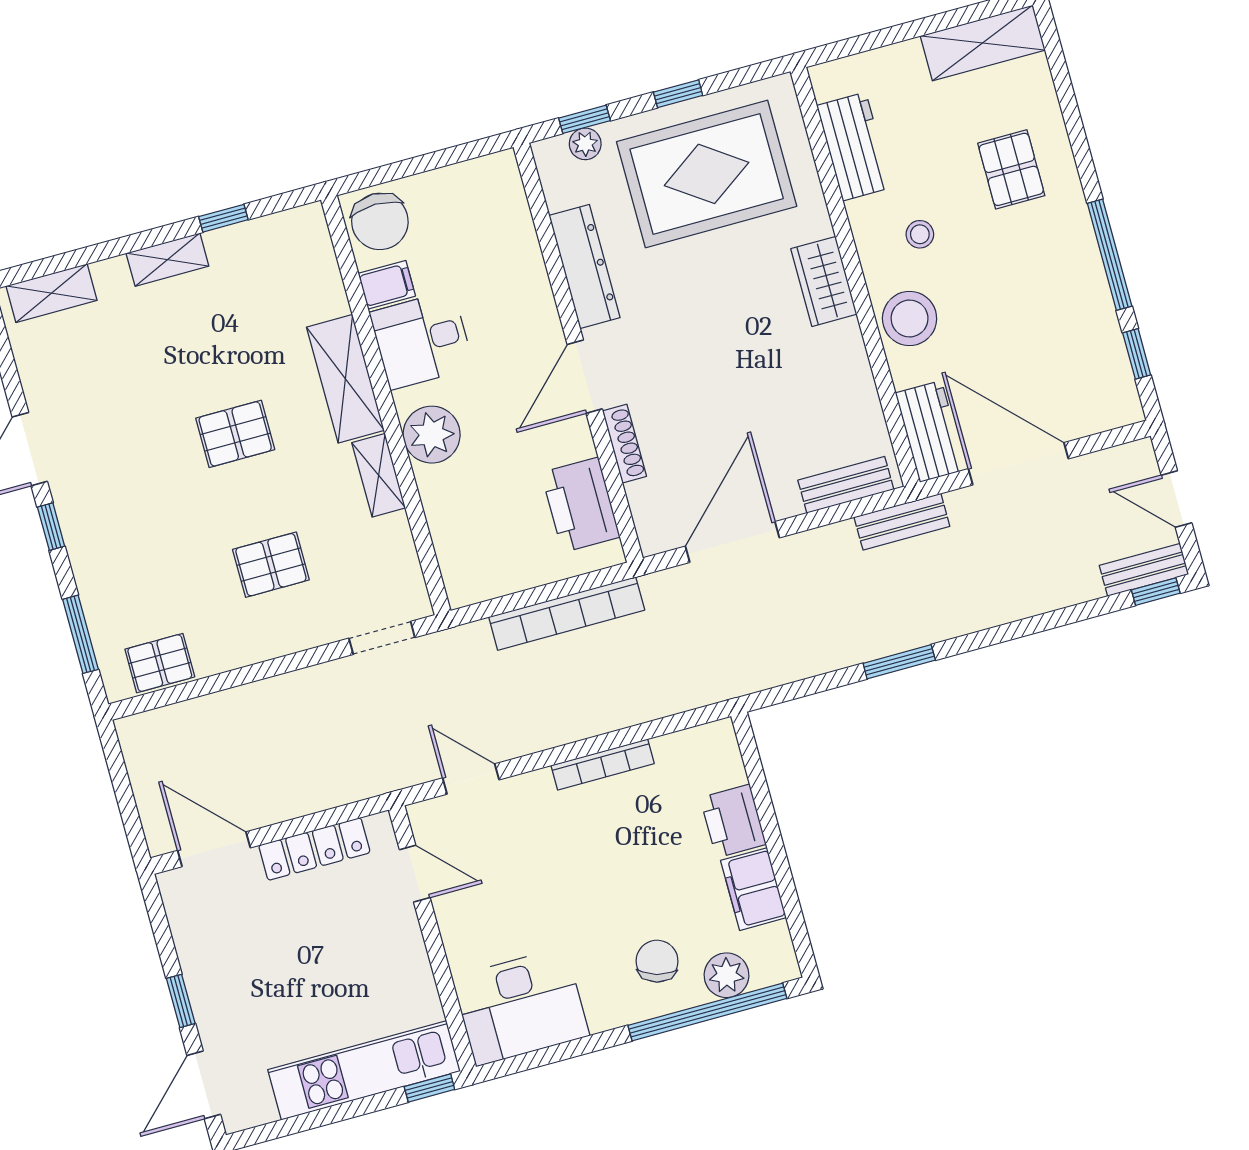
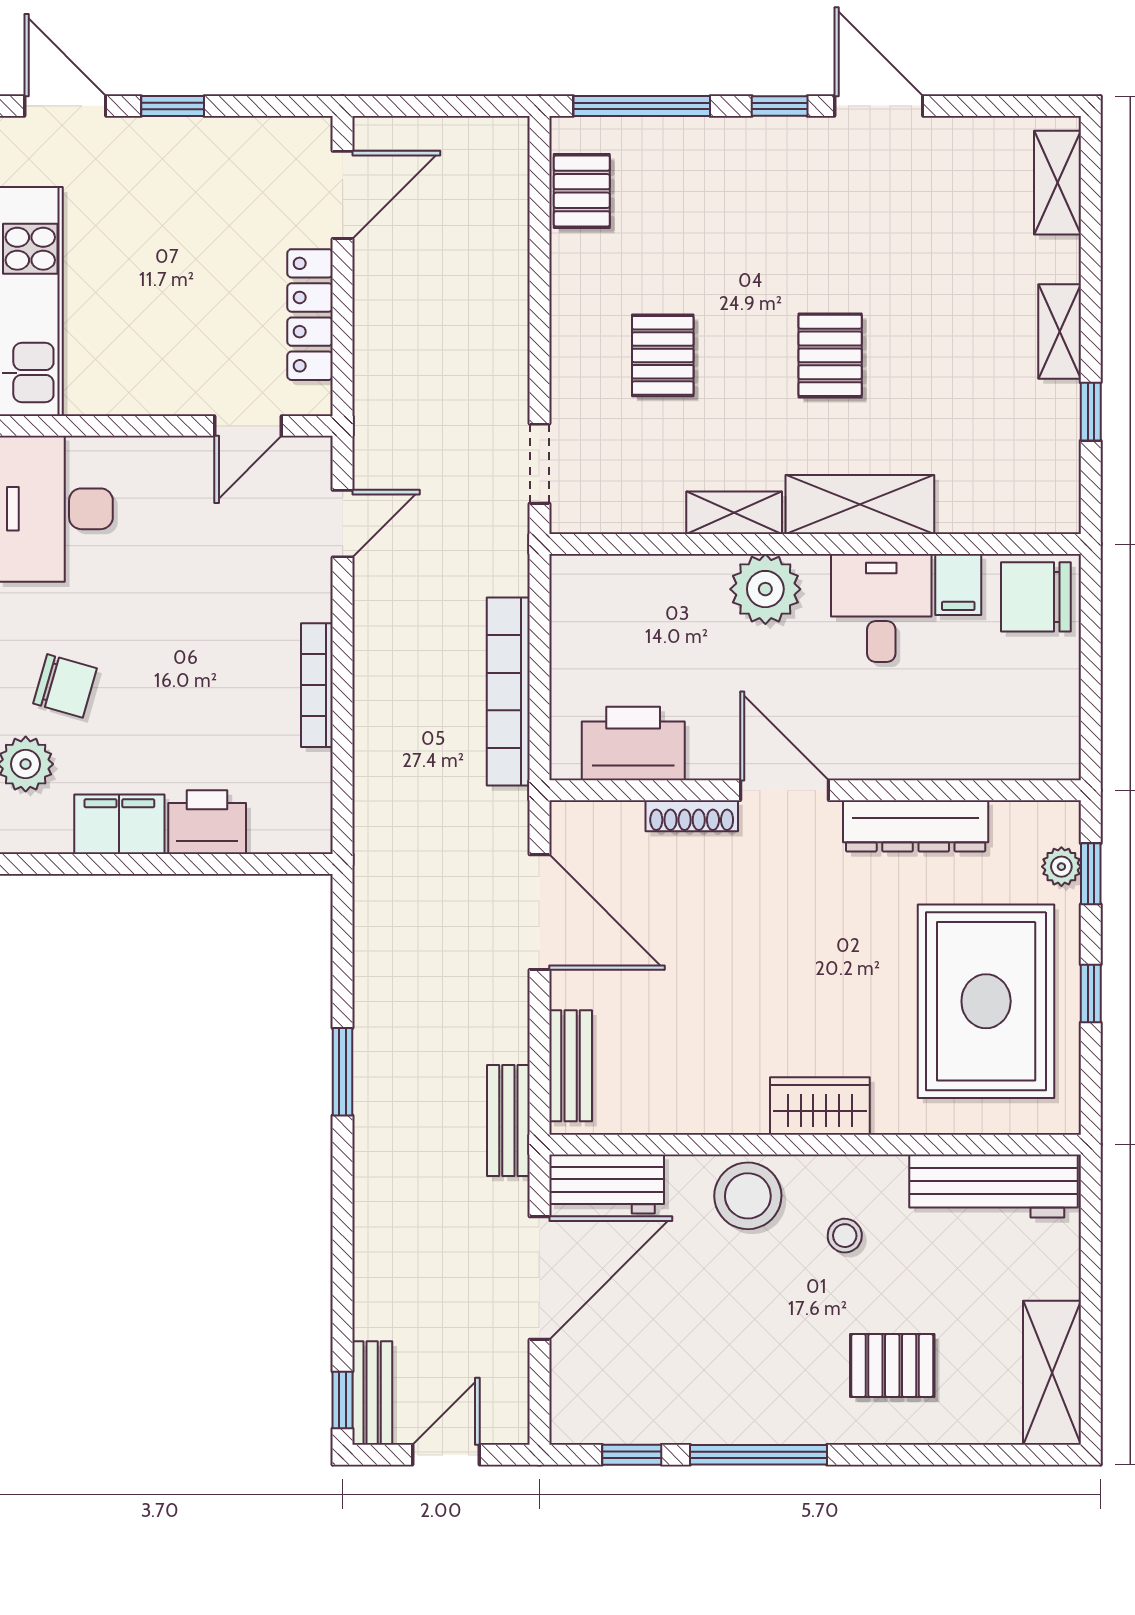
workbench: (854, 146) -> (994, 1186), width x1.38
window: (80, 634) -> (642, 106), width x1.44

